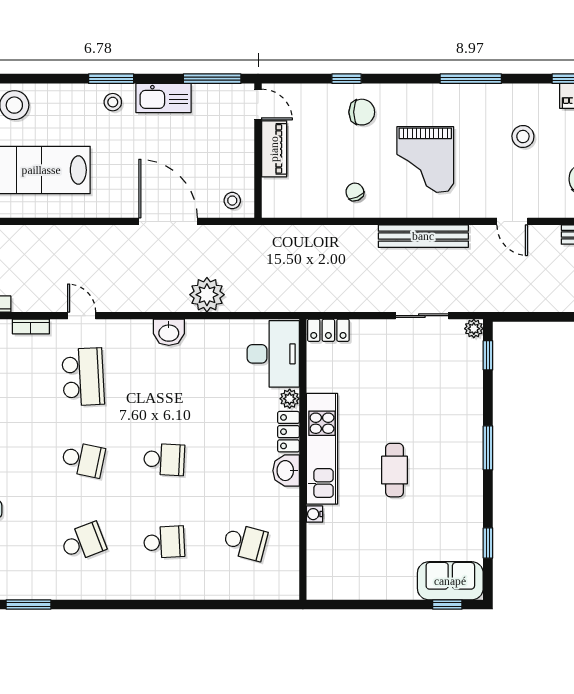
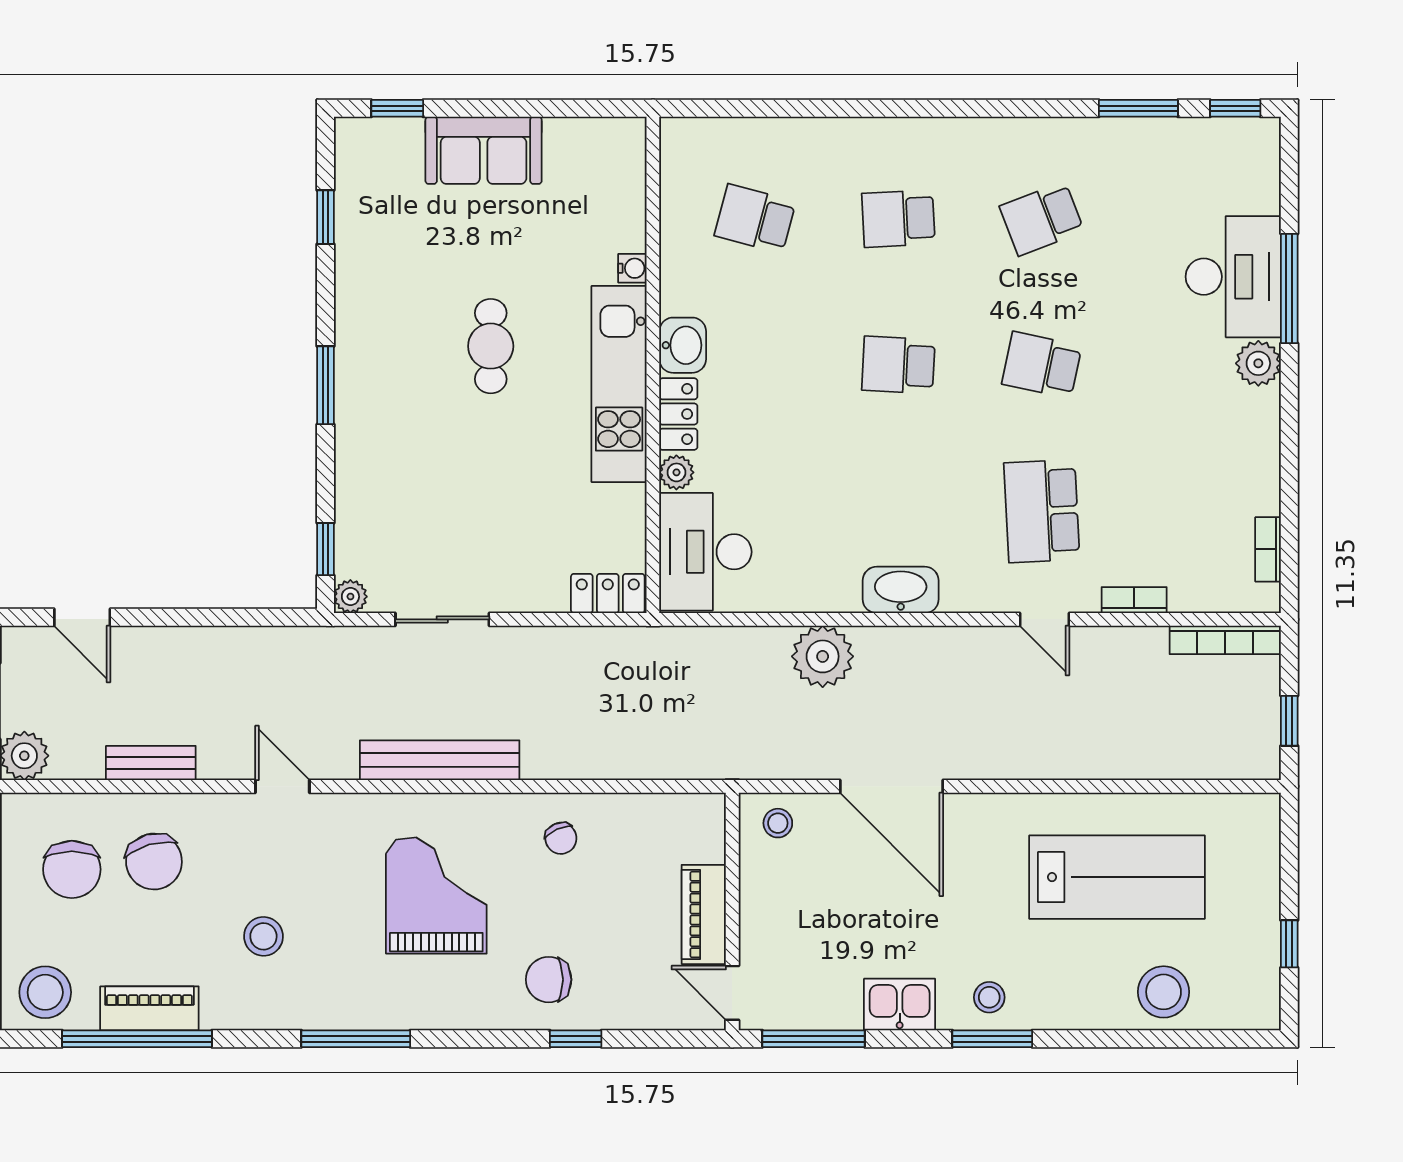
kitchen sink: (163, 98) -> (900, 1005), width x0.73
washbasin: (169, 332) -> (901, 590), width x1.38
sofa: (450, 581) -> (484, 150), moved

